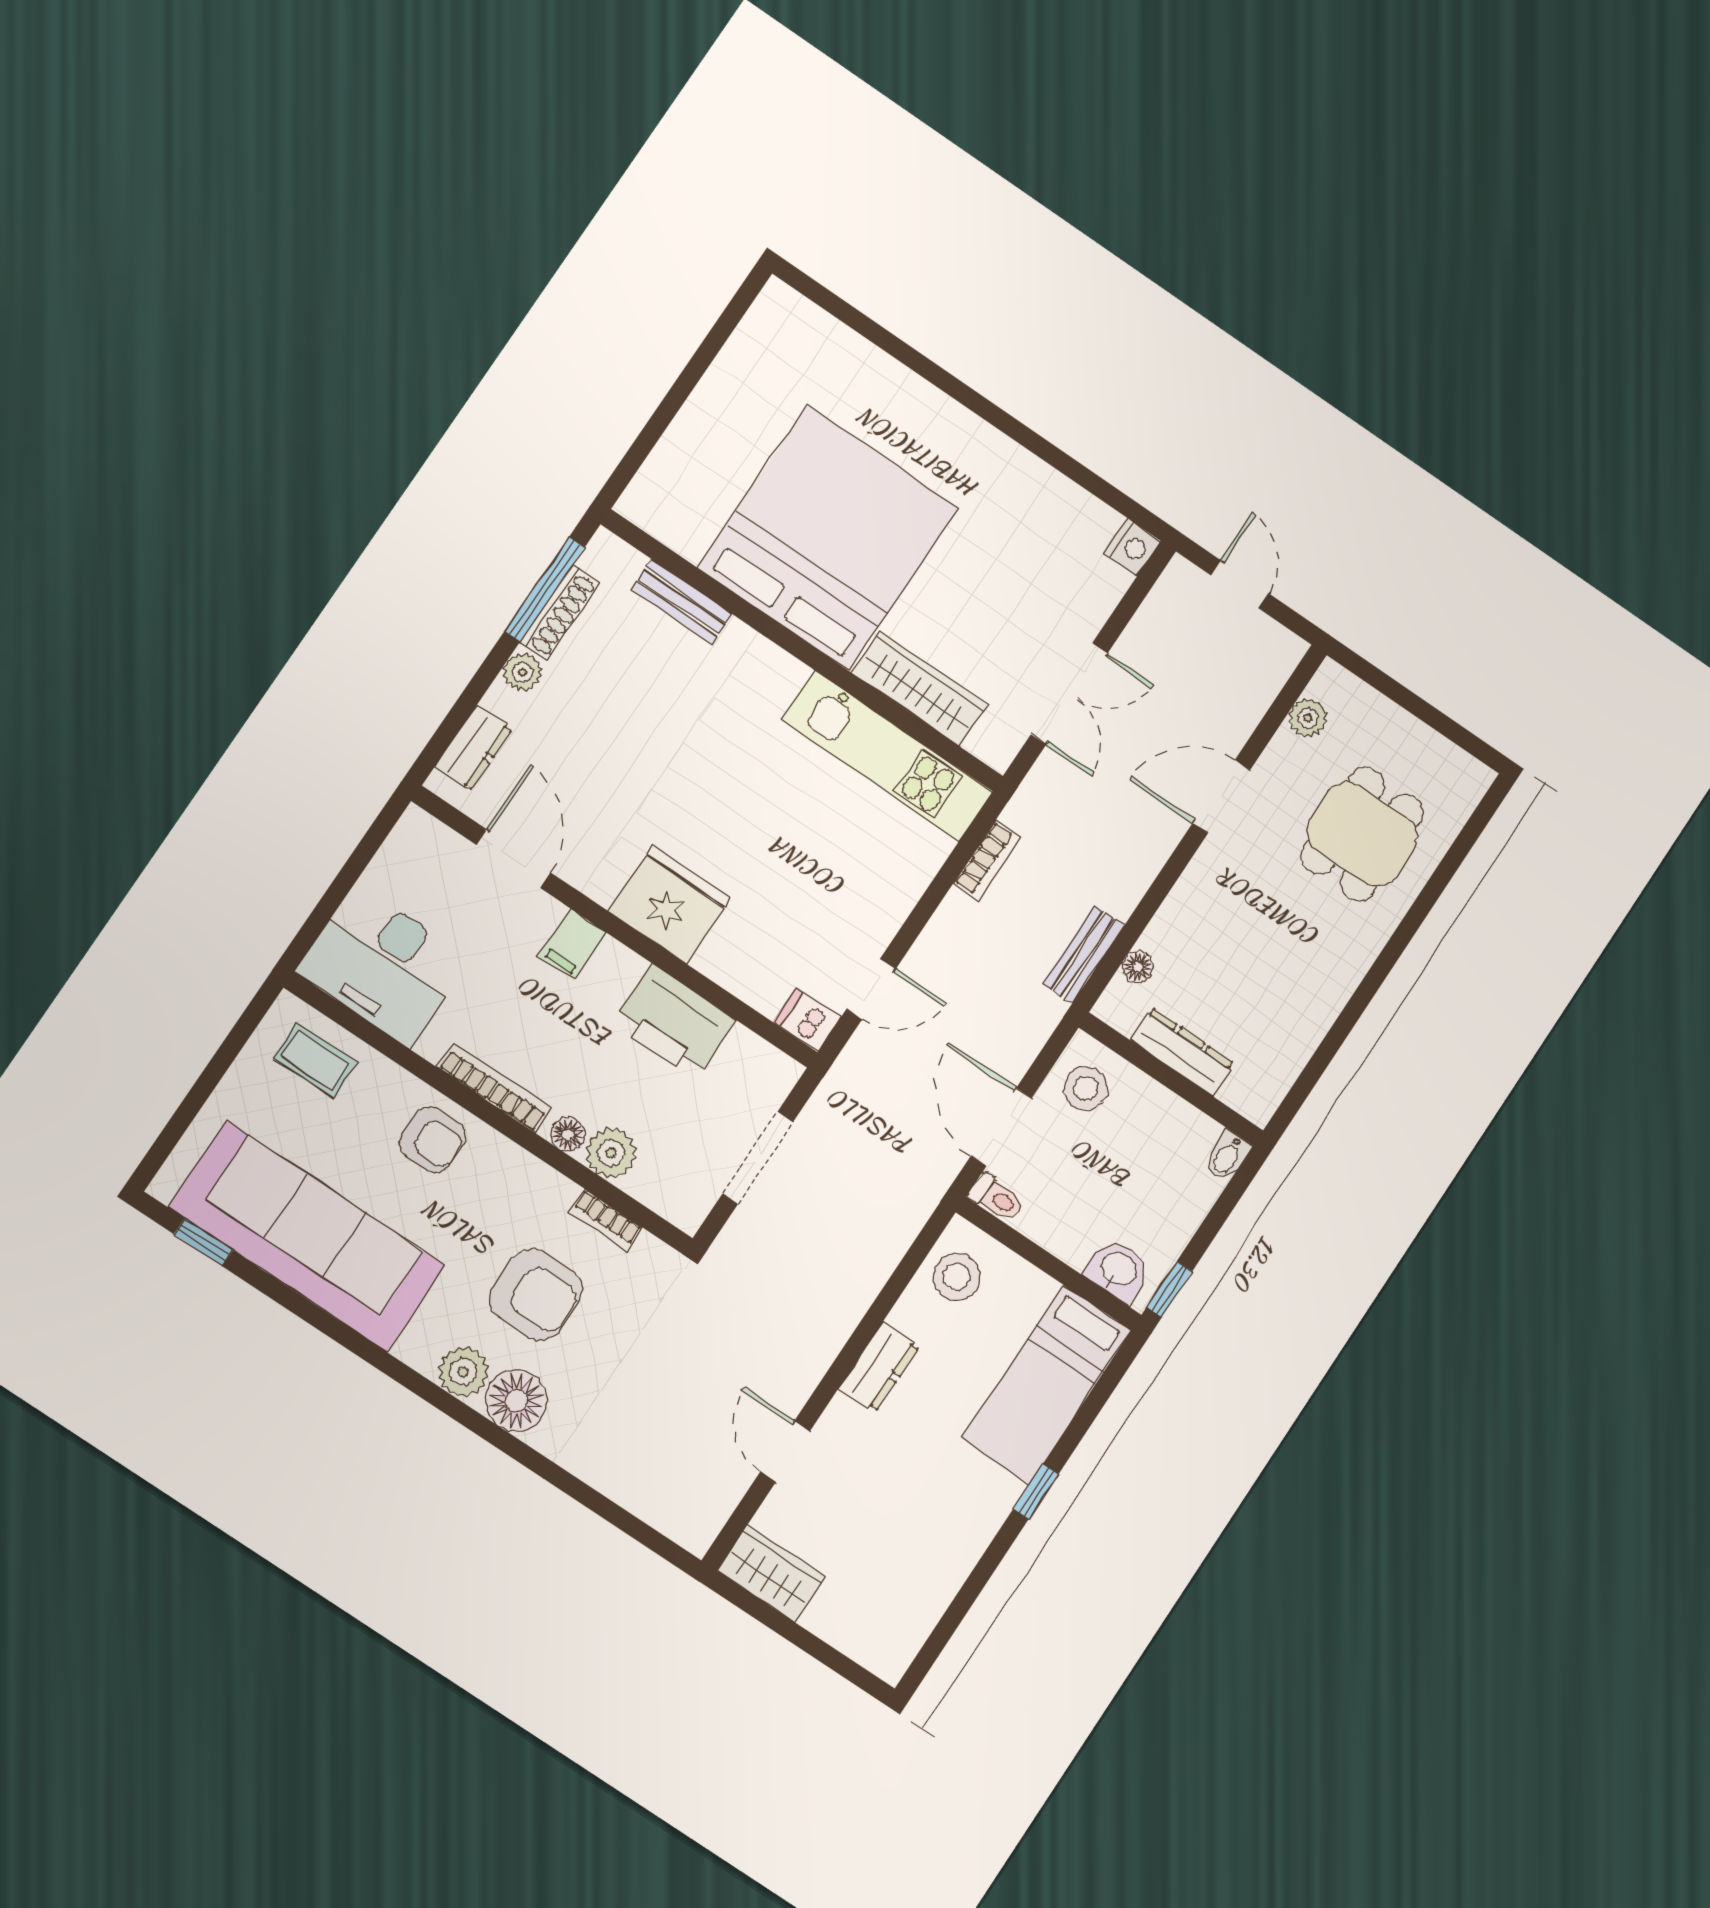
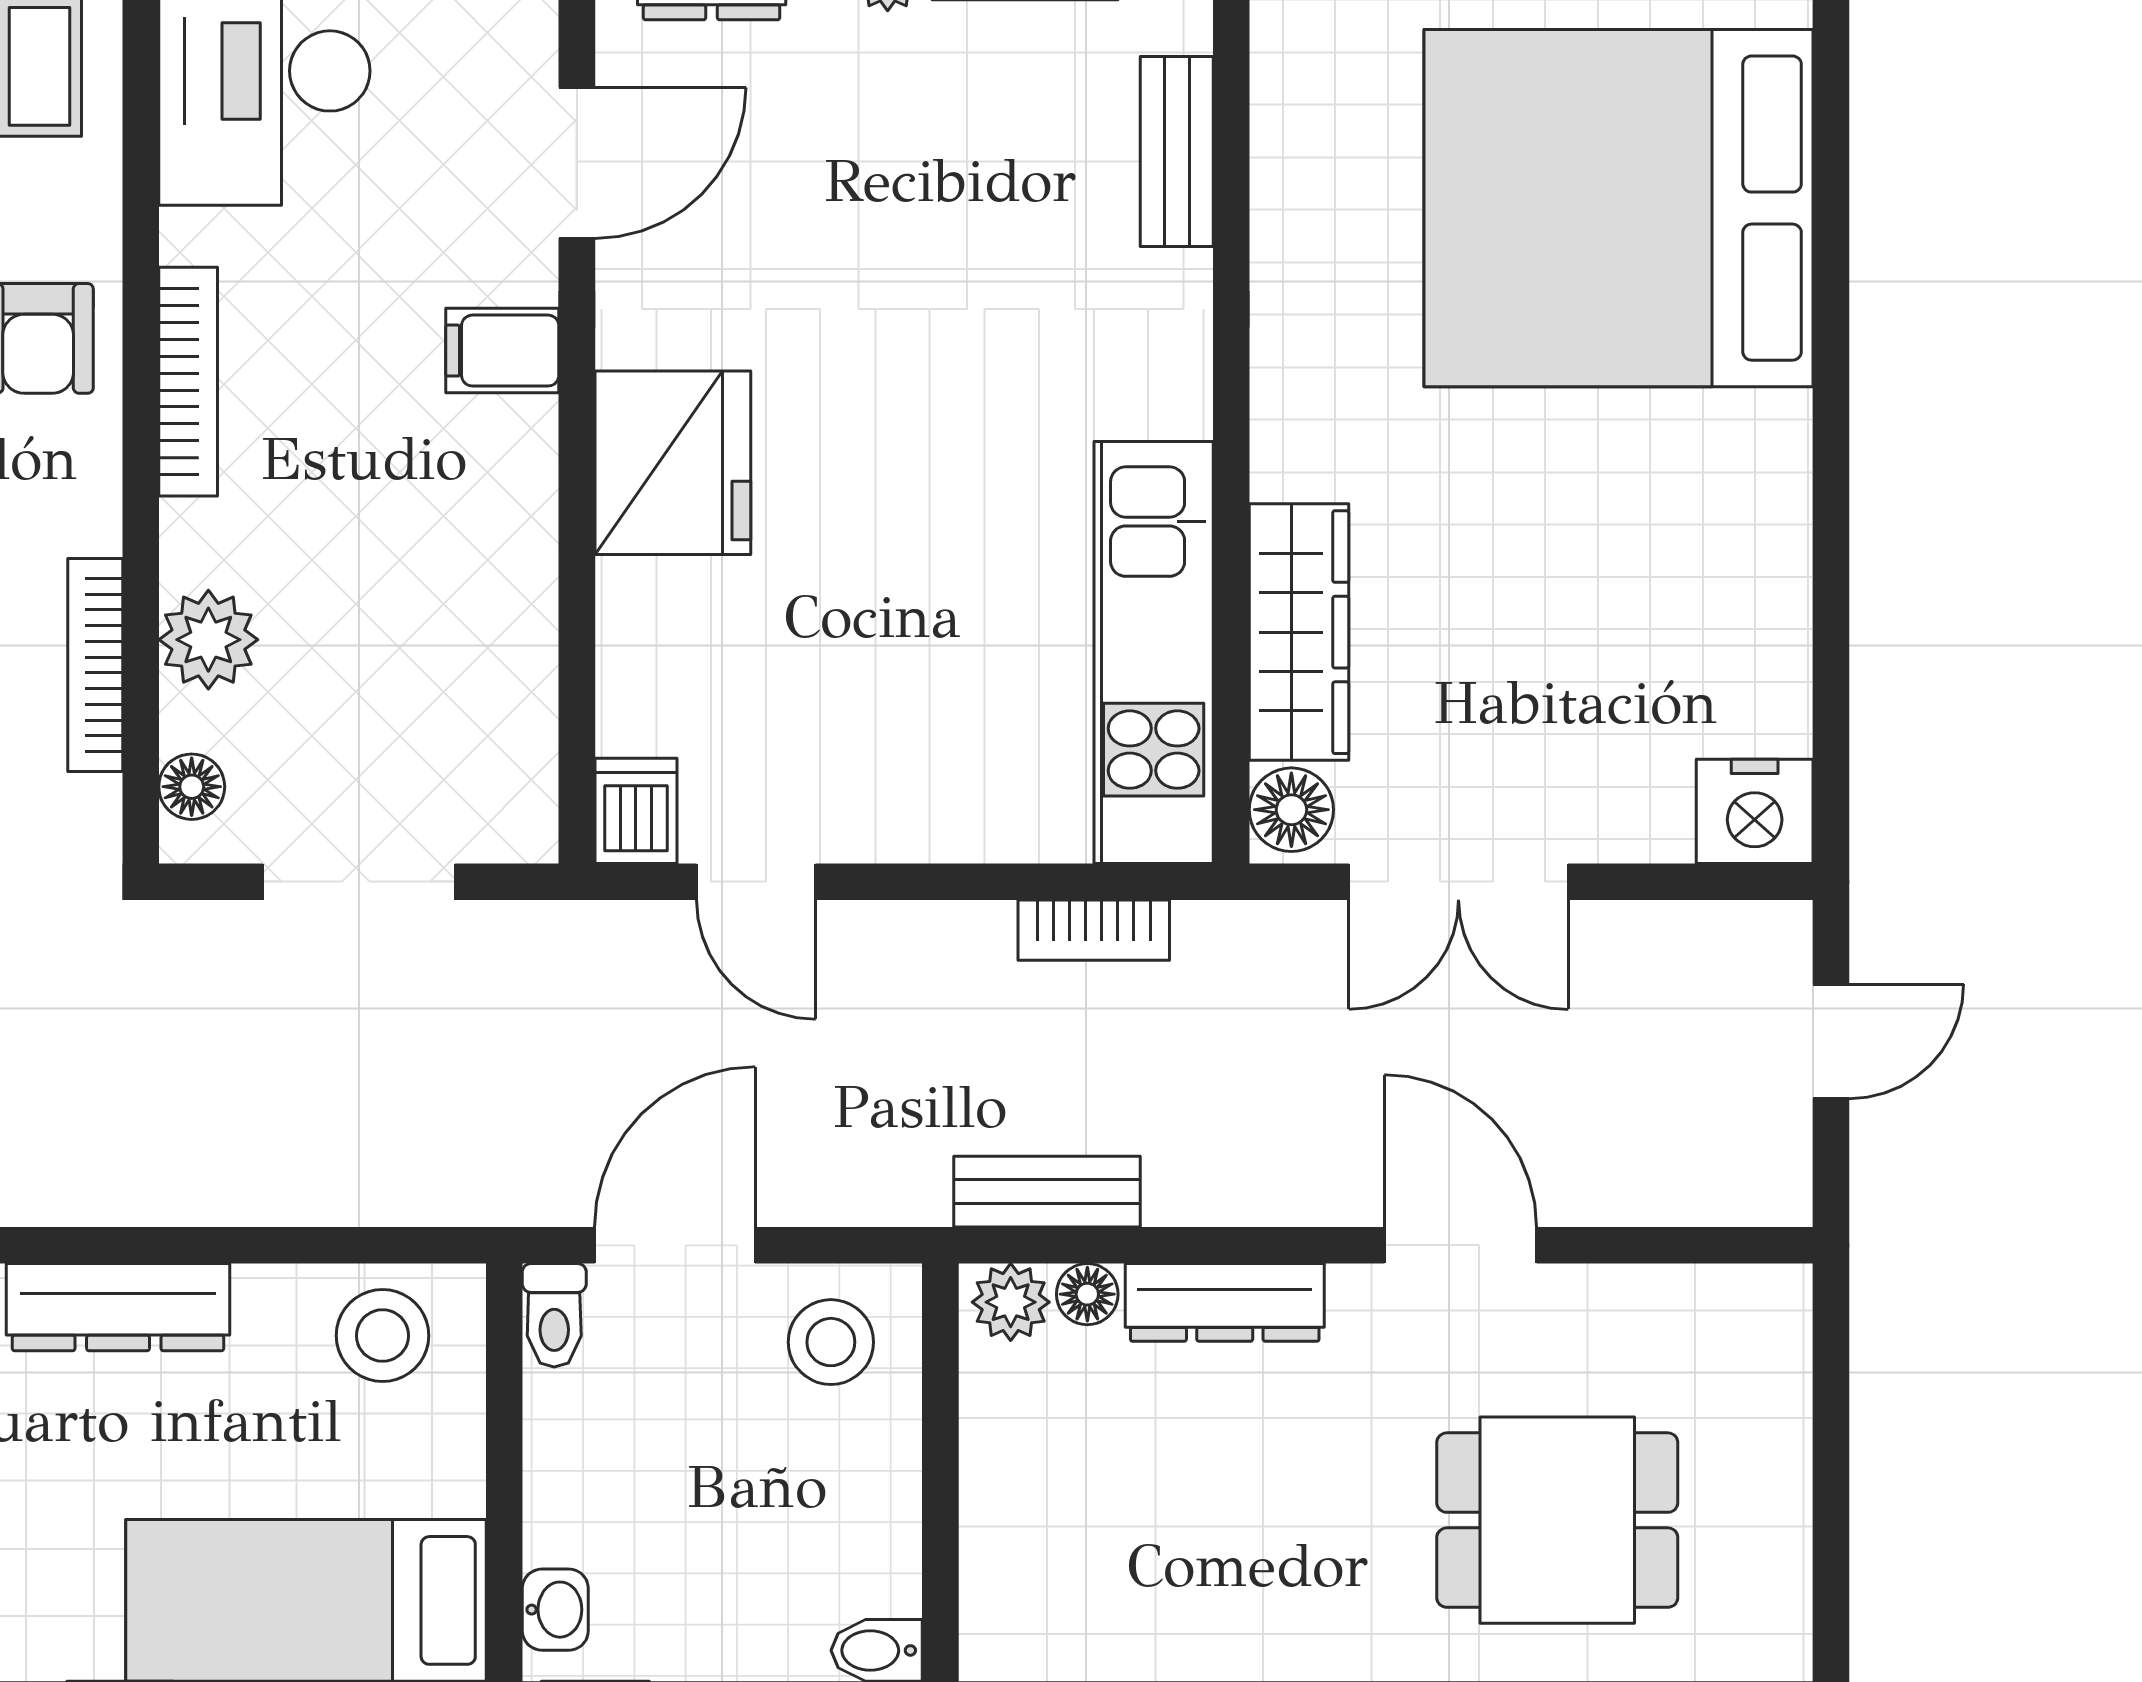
bed: (828, 538) -> (1619, 208), moved, turned 180
nightstand: (1132, 547) -> (1755, 811), width x1.36, depth x1.33
plant: (1308, 718) -> (1011, 1302), moved
floor lamp: (992, 743) -> (1291, 810), added
printer: (674, 1022) -> (488, 598), removed
dresser: (1182, 1052) -> (1225, 1302), moved, turned 90
floor lamp: (568, 1135) -> (192, 787), moved
bookcase: (606, 1220) -> (95, 665), width x1.56
washbasin: (1118, 1270) -> (555, 1610), width x0.72, depth x0.69
dresser: (879, 1367) -> (118, 1307), width x1.44

